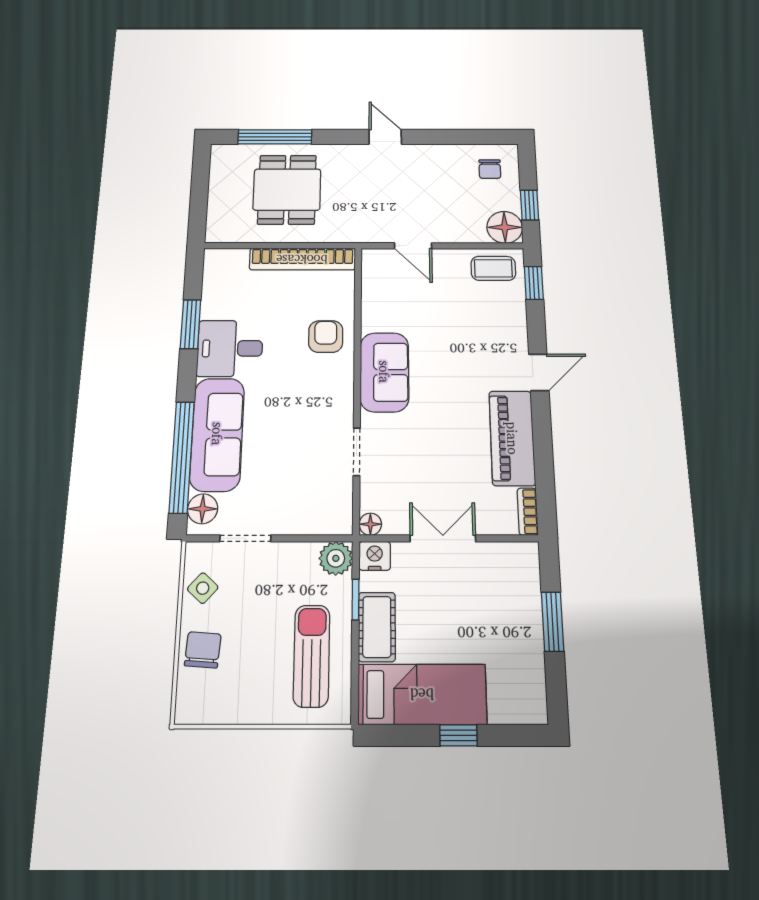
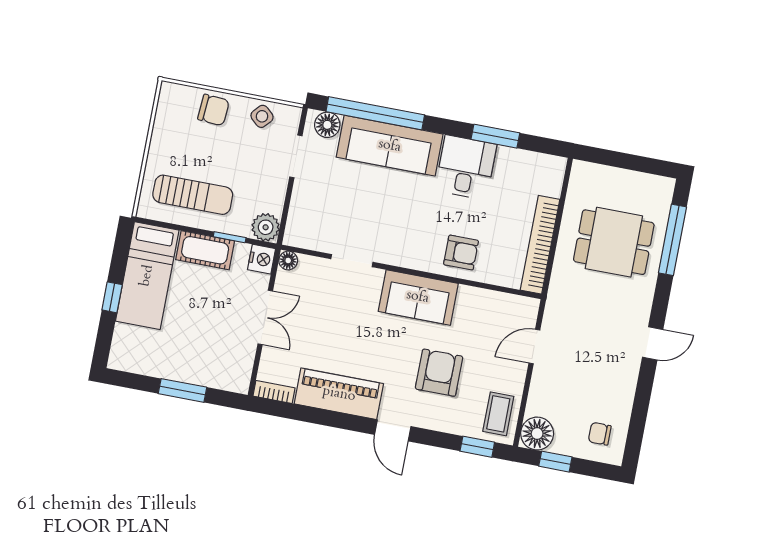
armchair: (463, 336) -> (439, 373), added

